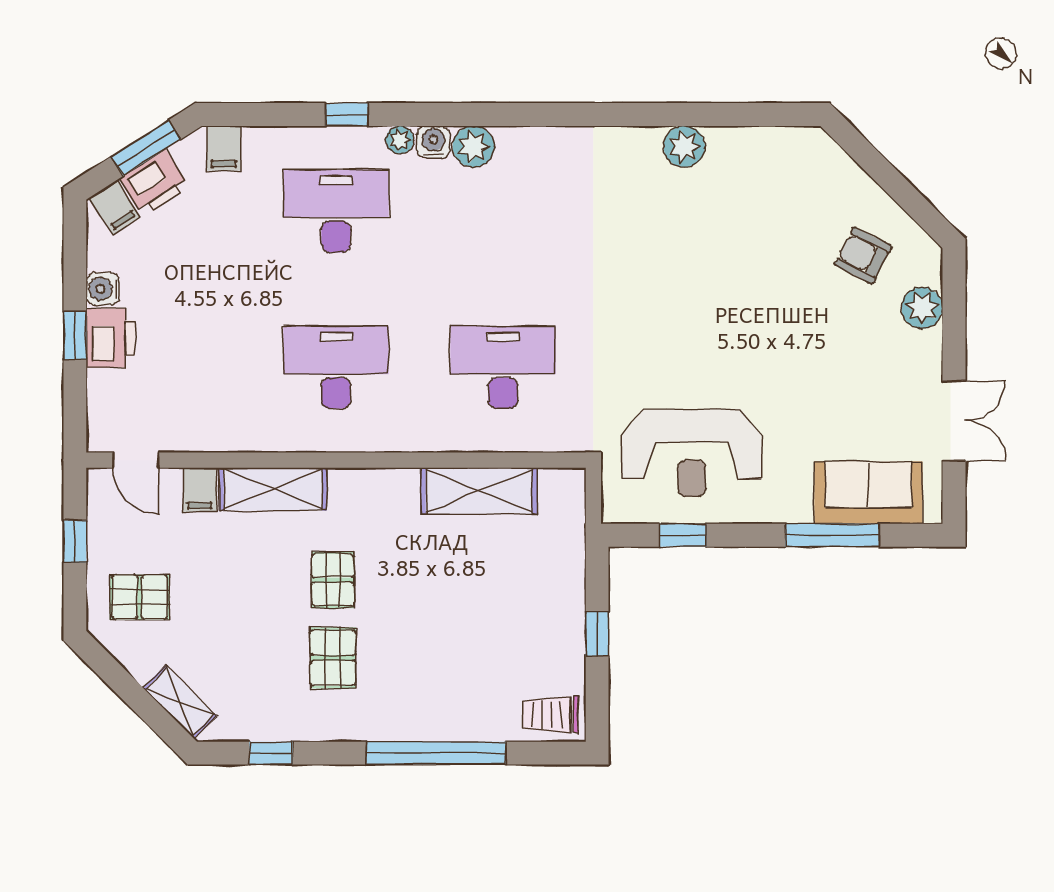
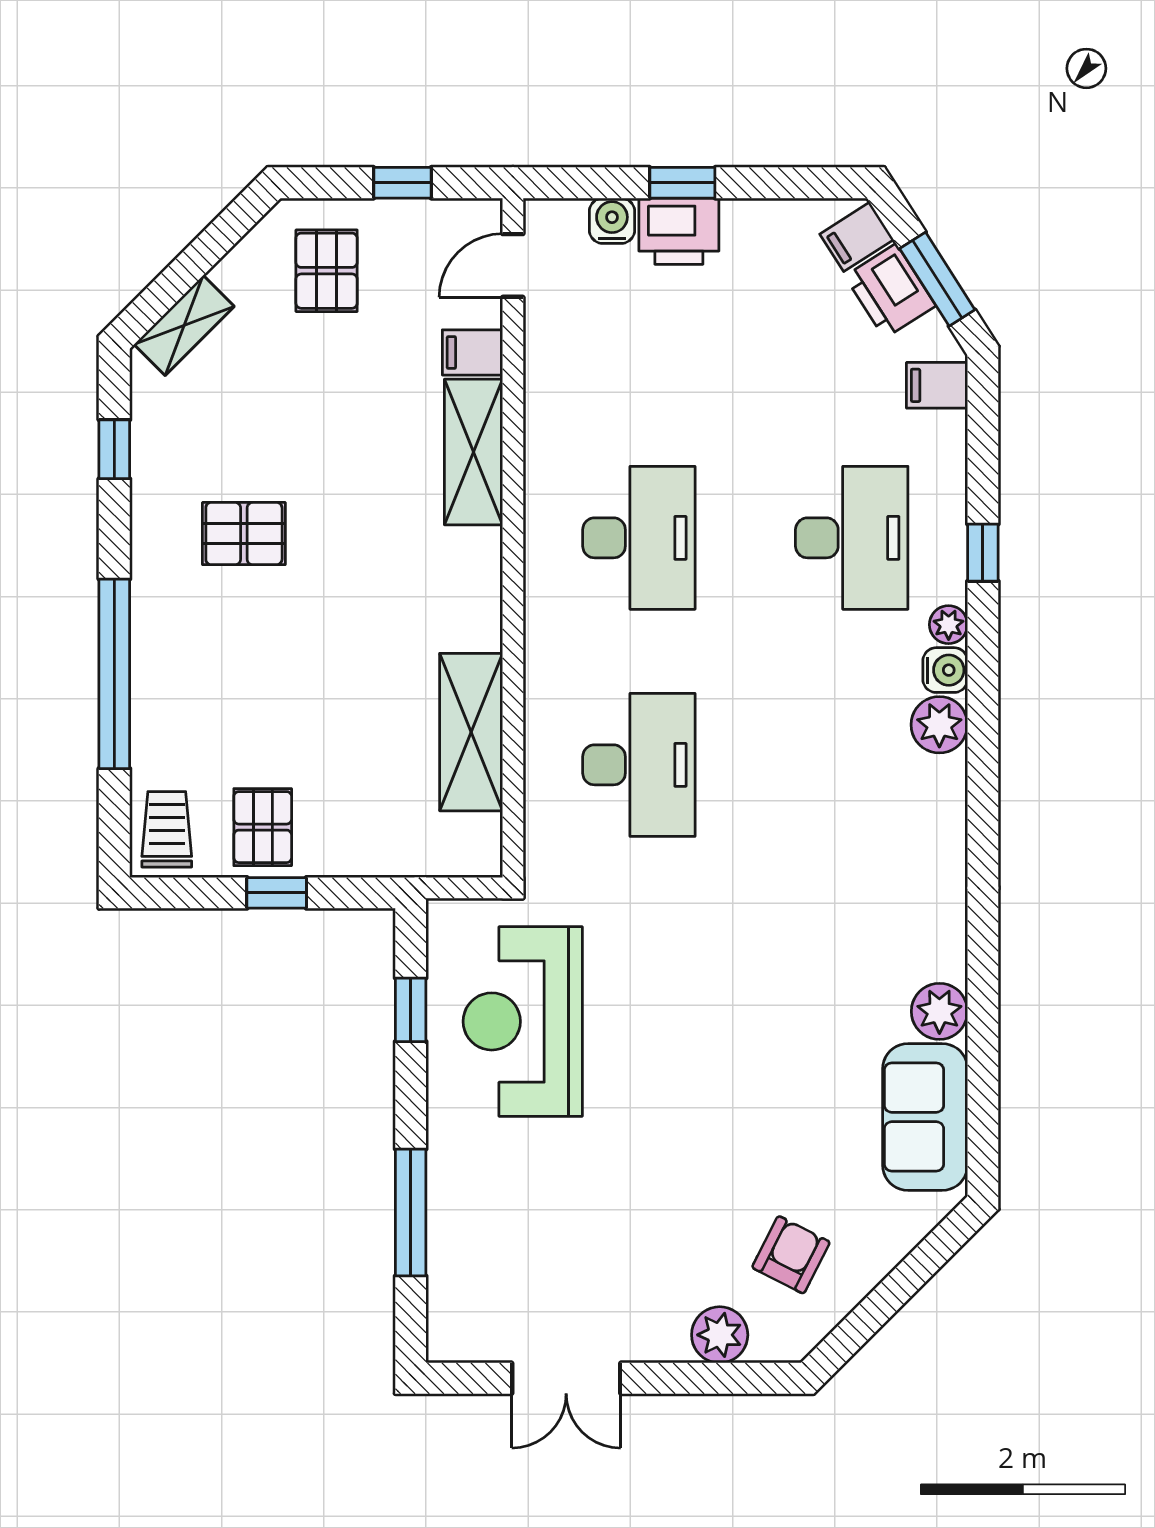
water cooler: (103, 289) -> (612, 221), moved
sofa: (868, 493) -> (925, 1117), moved, turned 180
pallet: (333, 580) -> (263, 827), moved, turned 90

